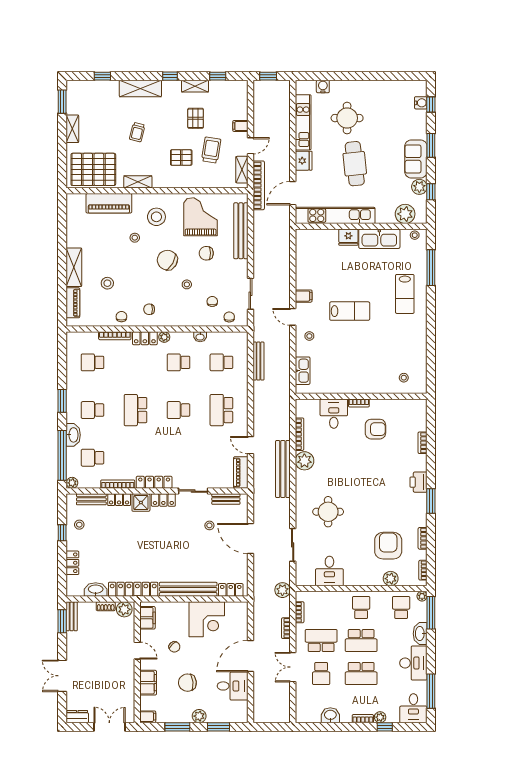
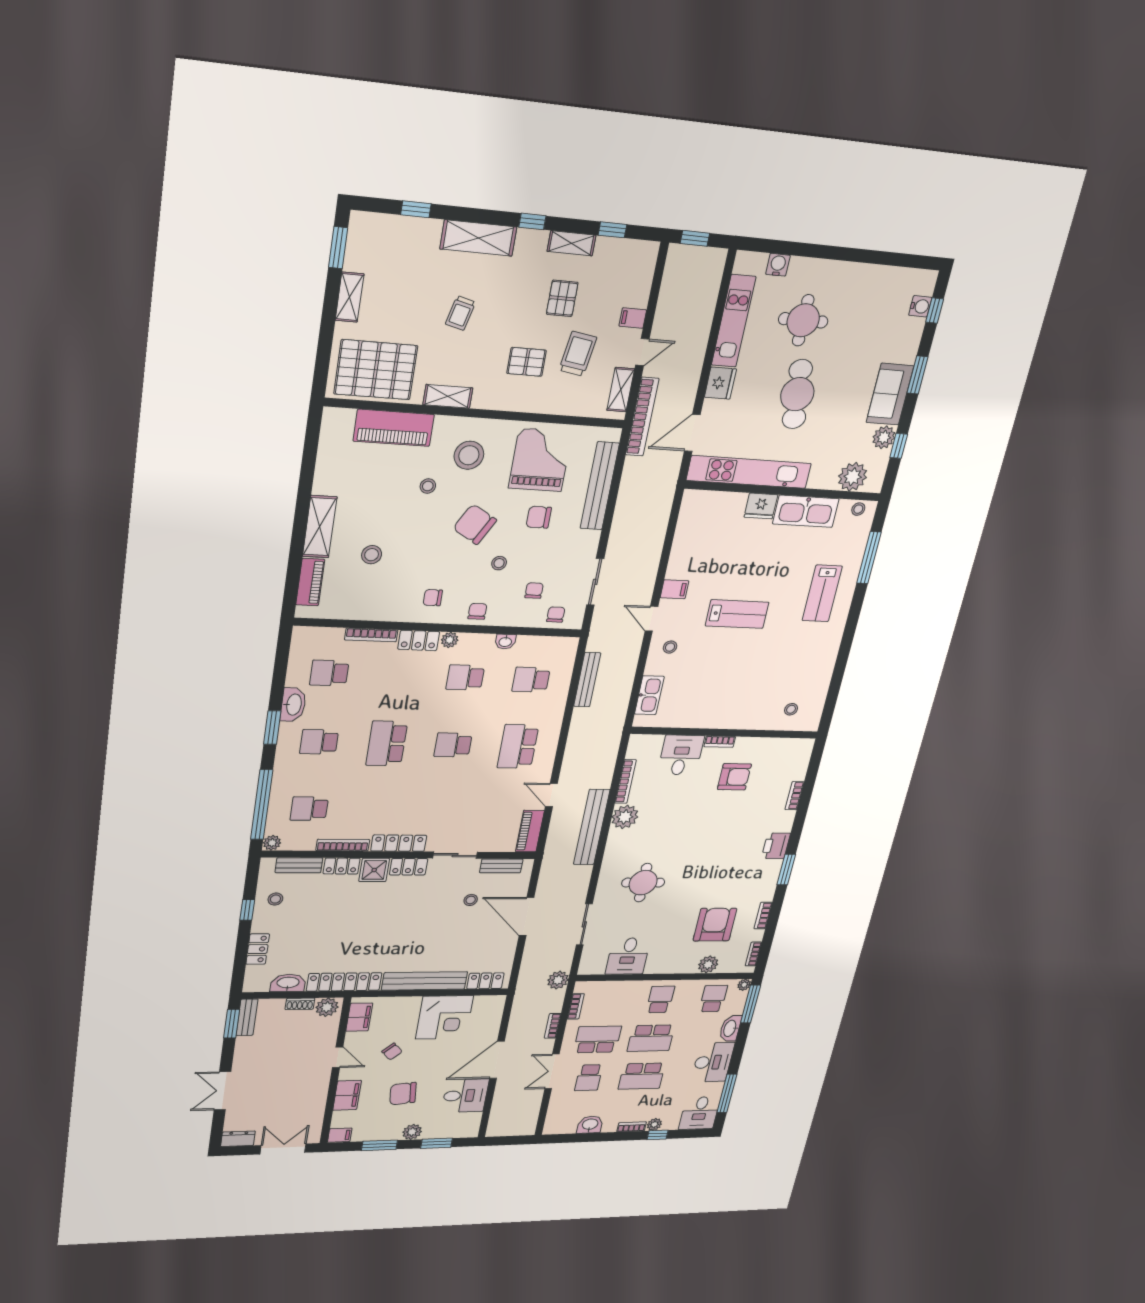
chair: (121, 317) -> (477, 611), moved
washbasin: (73, 435) -> (293, 705), moved

